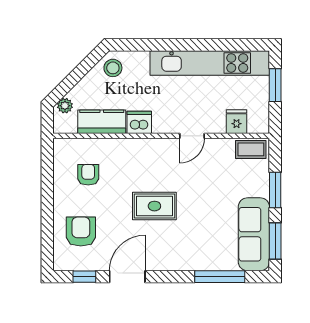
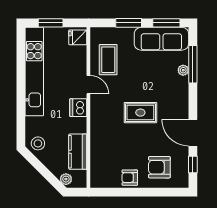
dishwasher: (139, 122) -> (78, 108), moved
fridge: (237, 122) -> (78, 37), moved
coffee table: (251, 149) -> (108, 60), moved, width x1.36, depth x1.30
armchair: (88, 175) -> (130, 178), moved
rug: (154, 206) -> (140, 113), turned 90
plant: (211, 264) -> (183, 70), added

